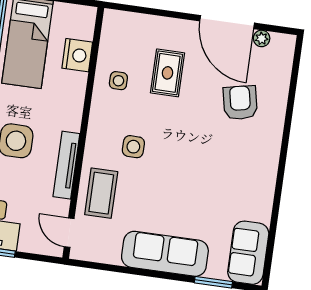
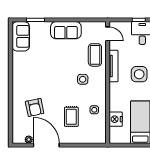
sofa: (165, 254) -> (66, 30), width x0.73

